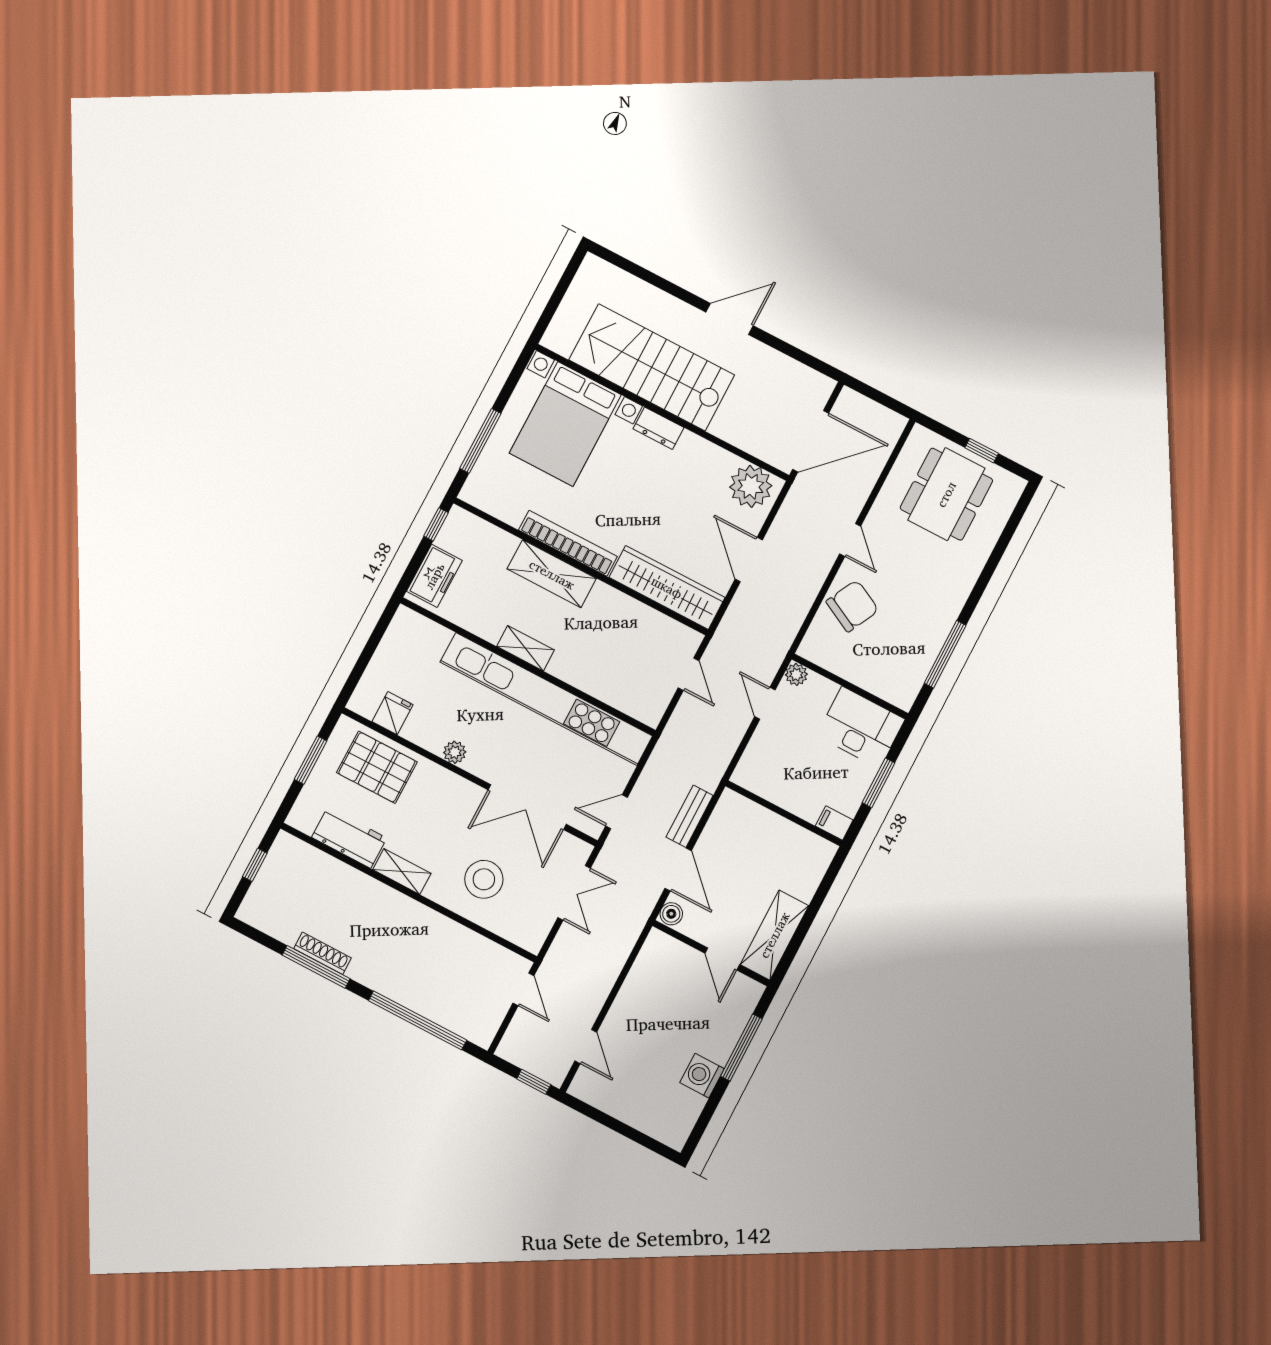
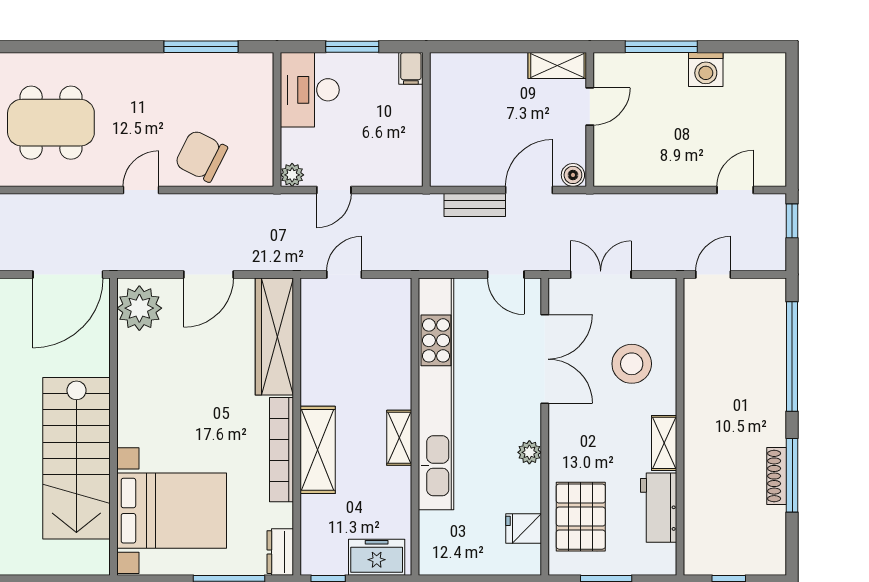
dresser: (659, 428) -> (280, 552), moved, turned 180
door: (811, 441) -> (68, 274), swing flipped
shelving: (774, 935) -> (557, 65), width x0.67, depth x0.75

